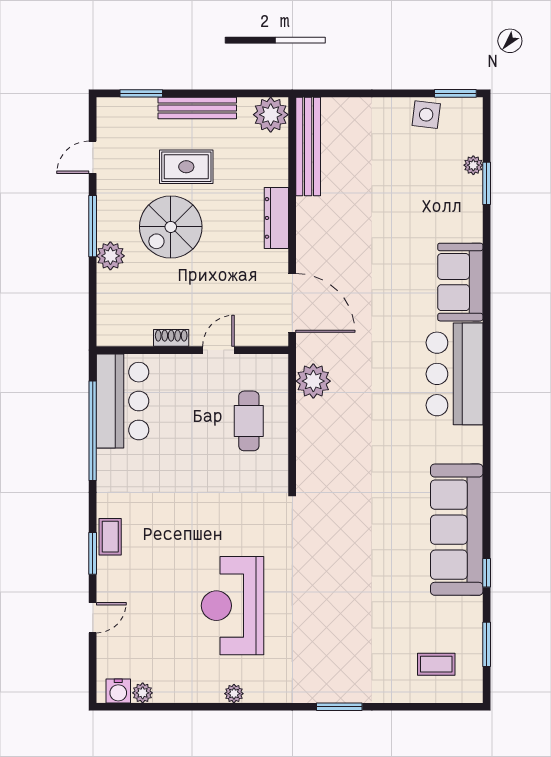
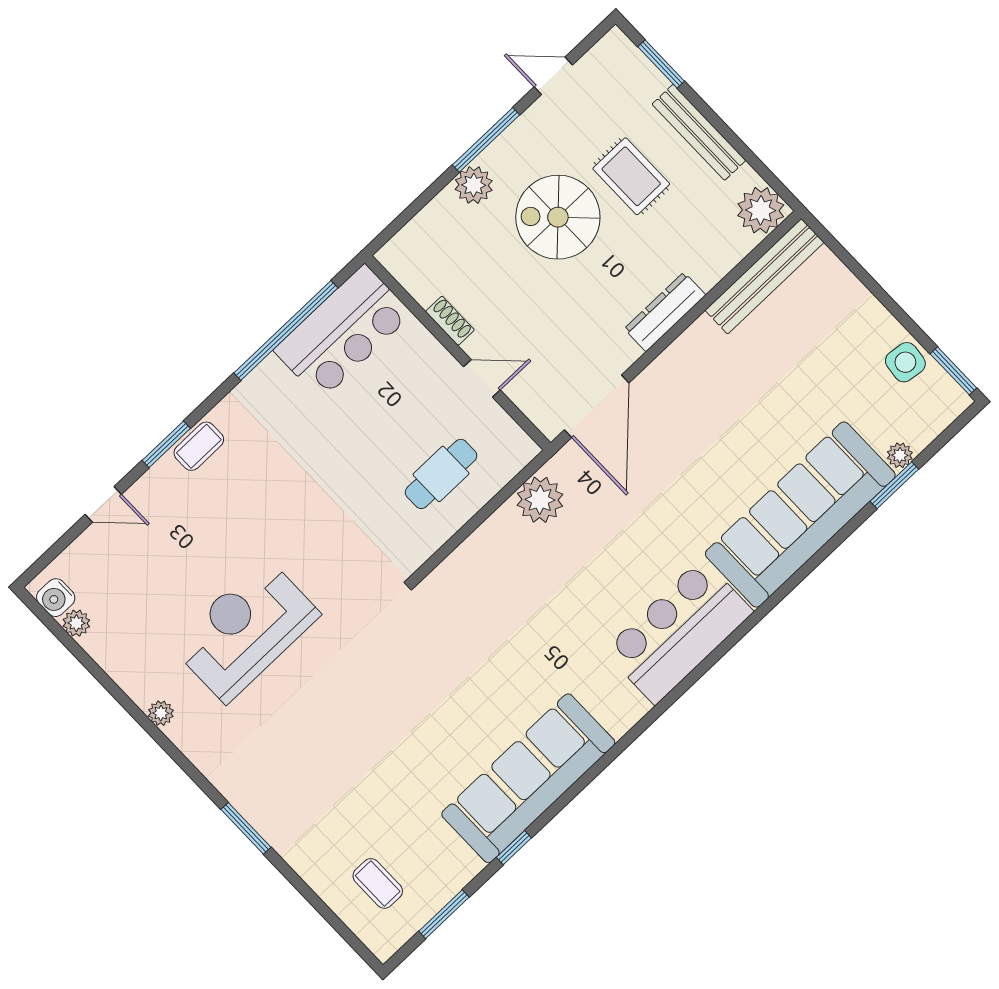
sofa: (460, 282) -> (800, 515), width x1.85, depth x1.27

